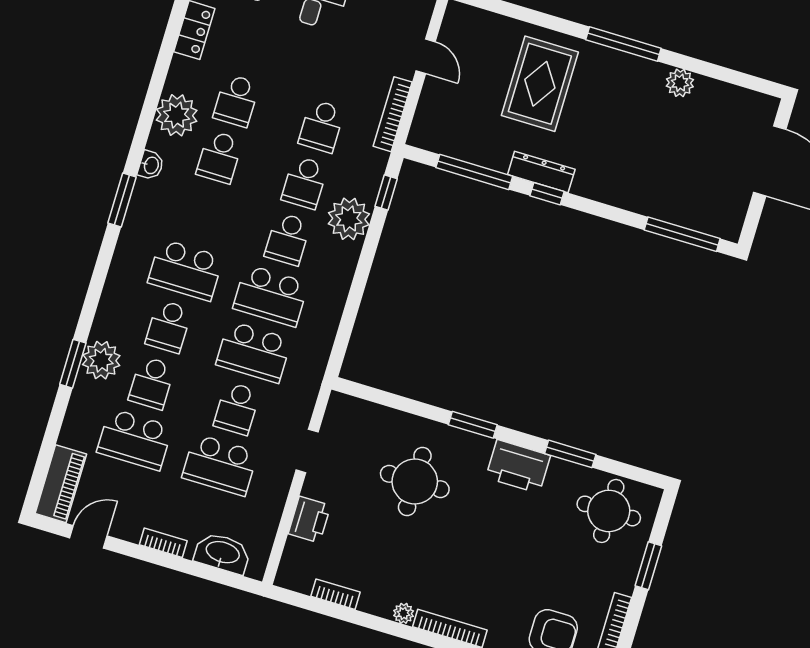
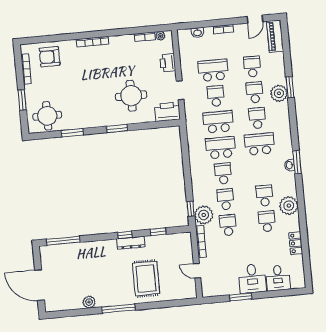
washbasin: (151, 165) -> (290, 165), moved
window: (474, 172) -> (158, 232), width x0.46
plant: (349, 219) -> (204, 215), moved
school desk: (135, 439) -> (252, 67), width x0.54
printer: (518, 466) -> (167, 112), moved
washbasin: (222, 553) -> (197, 33), width x0.52, depth x0.69
plant: (404, 613) -> (160, 36), moved

